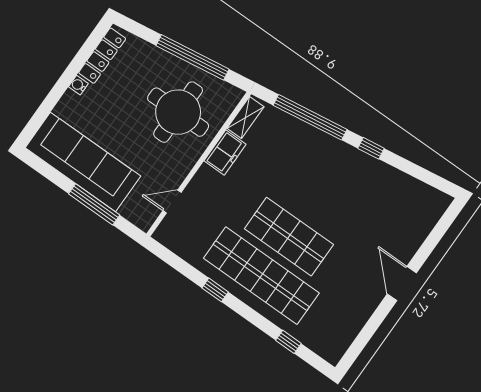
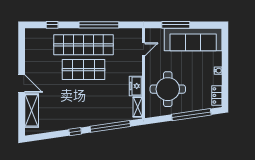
locker: (102, 56) -> (217, 95), width x0.66
window: (193, 57) -> (191, 115), moved
shelving: (416, 230) -> (32, 110), added
window: (215, 290) -> (99, 25), width x3.17

